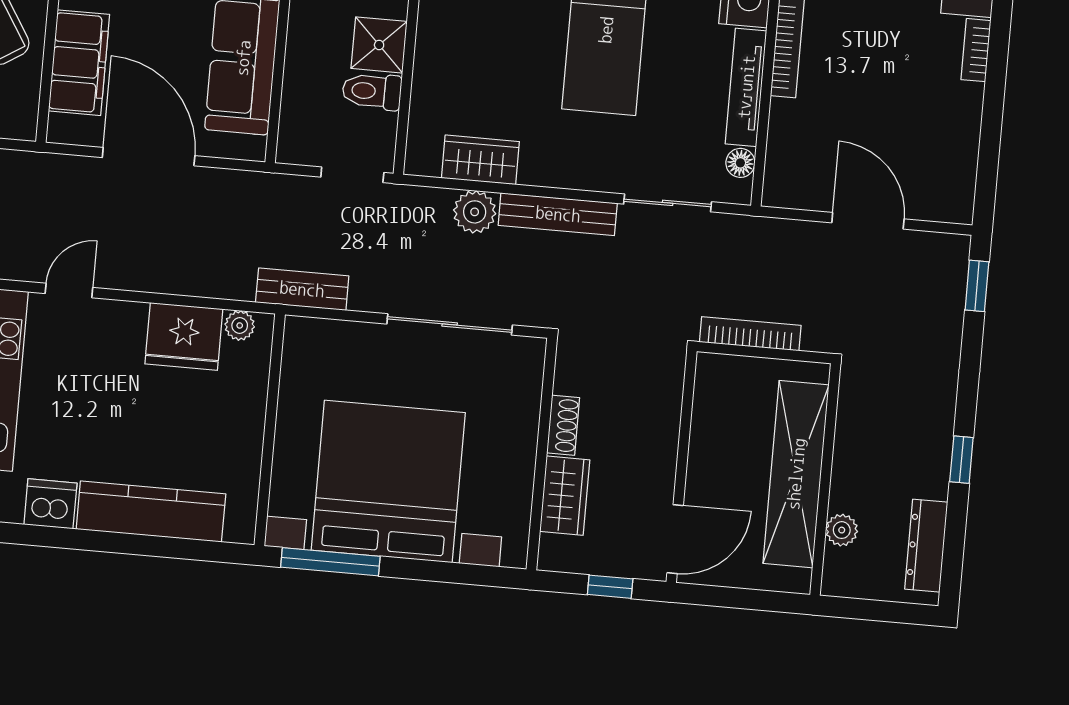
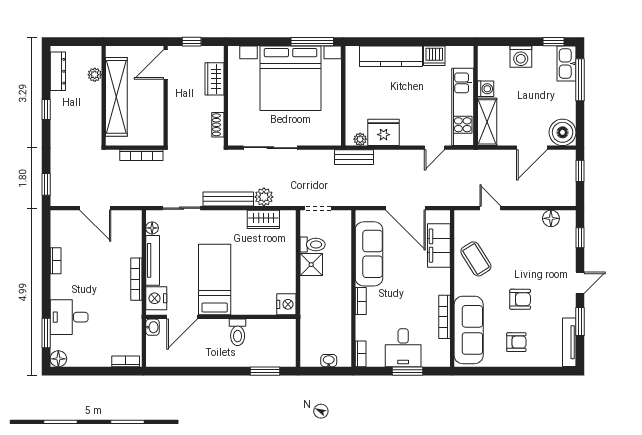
bookcase: (976, 50) -> (56, 261), moved
bench: (302, 289) -> (354, 157), moved
shoe rack: (563, 425) -> (218, 125), moved

